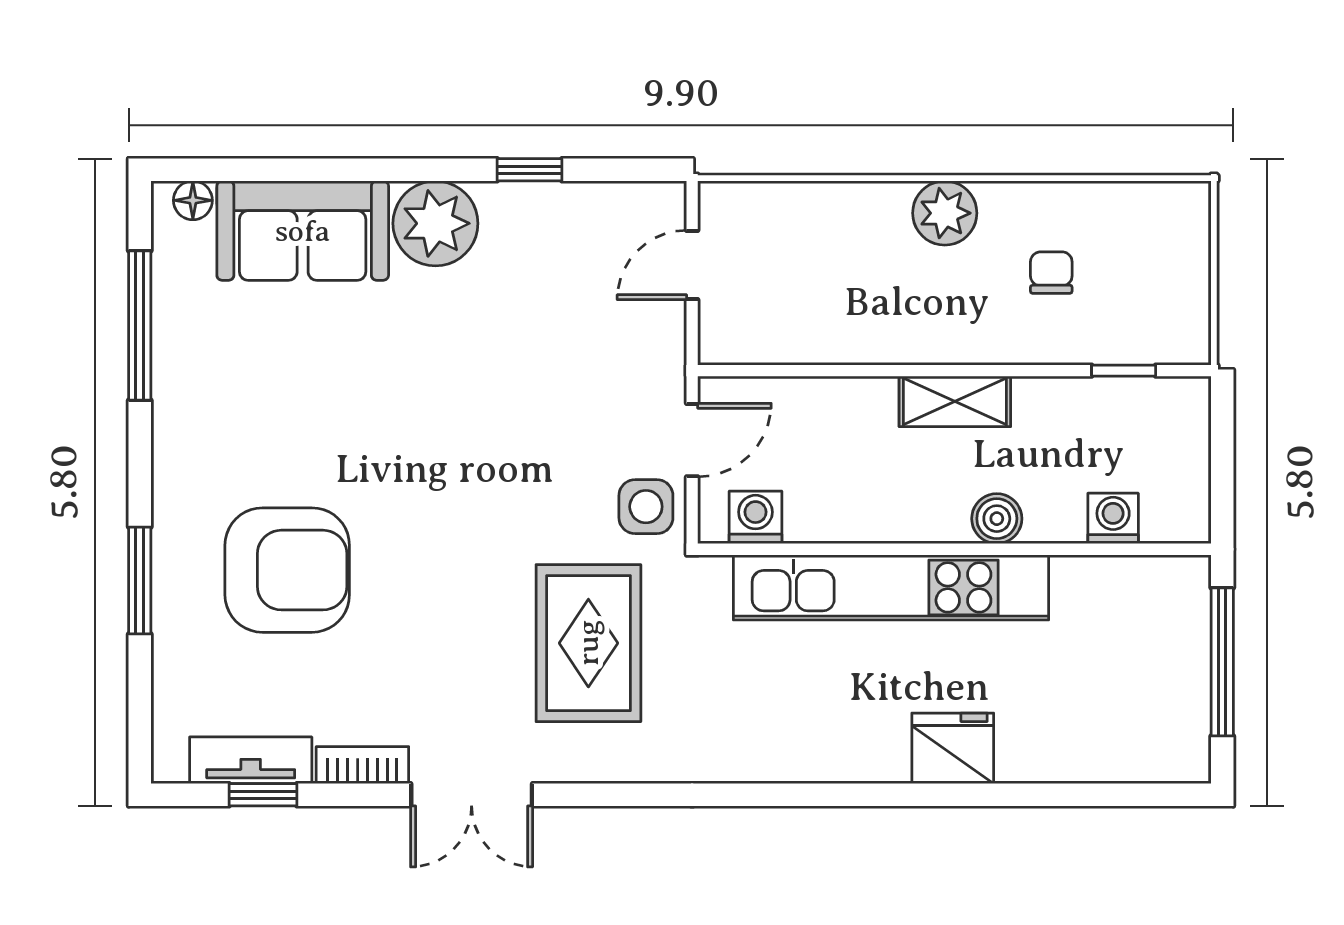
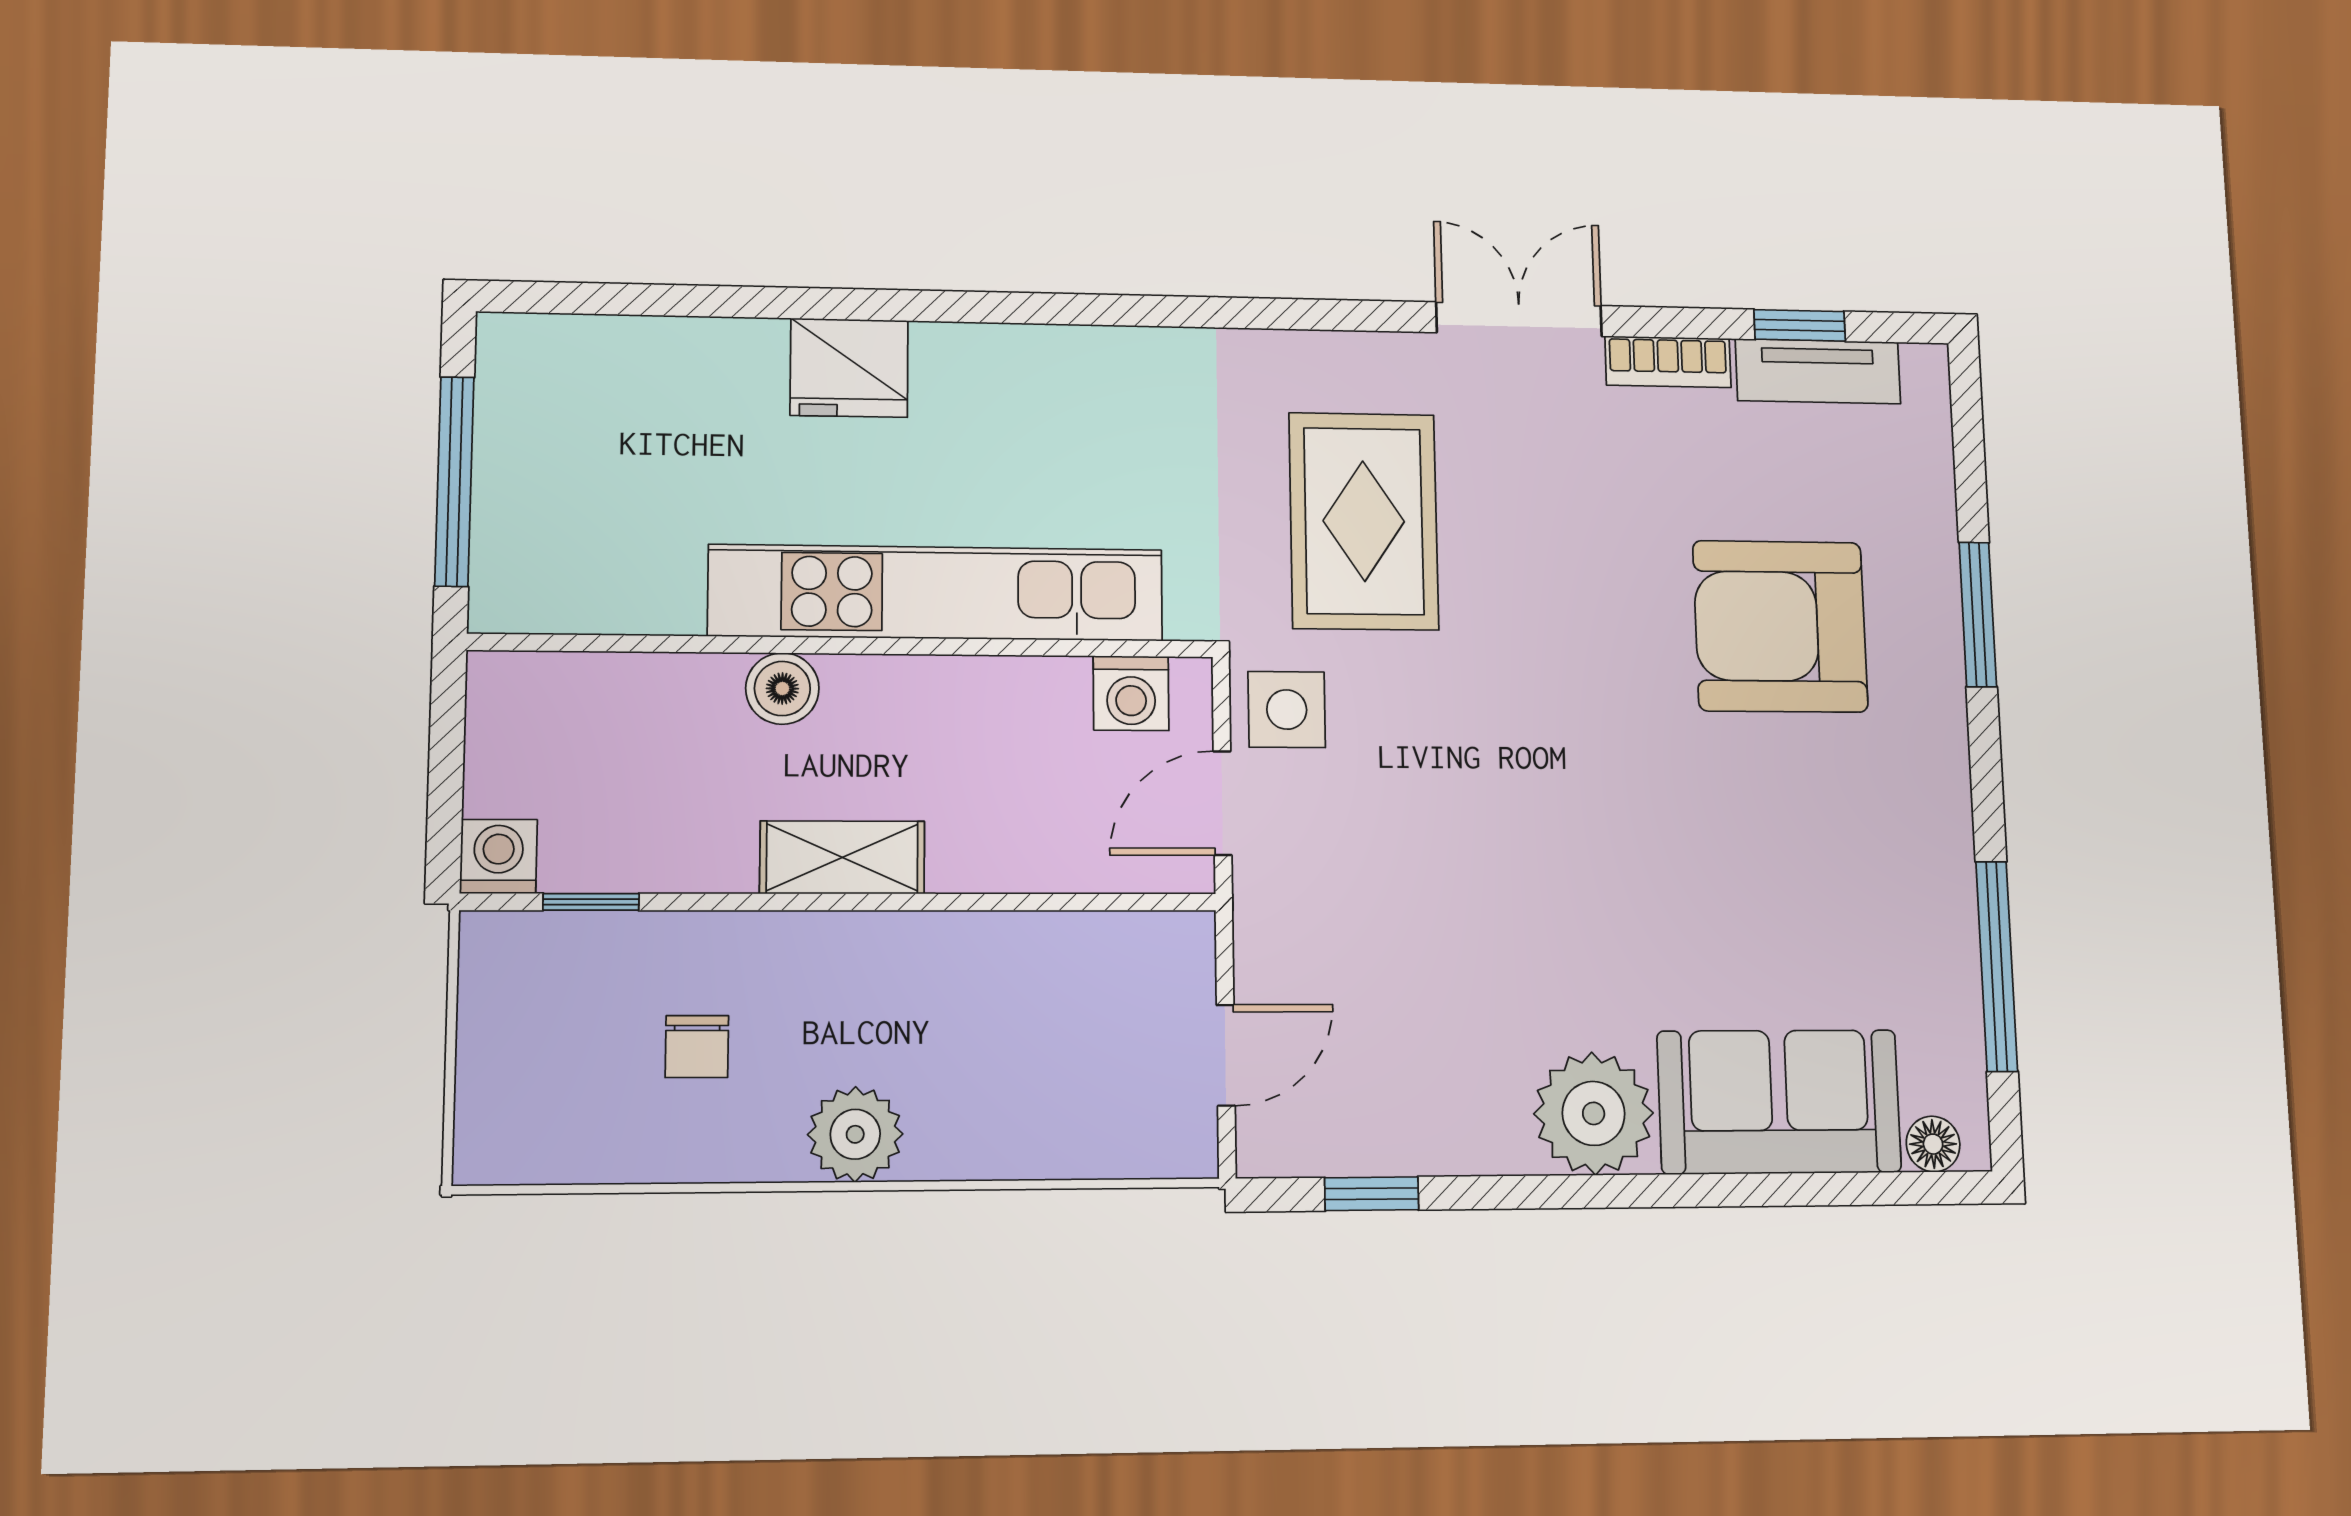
window: (529, 170) -> (1372, 1194), moved
washing machine: (1113, 518) -> (498, 857), moved, turned 180

